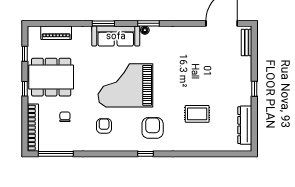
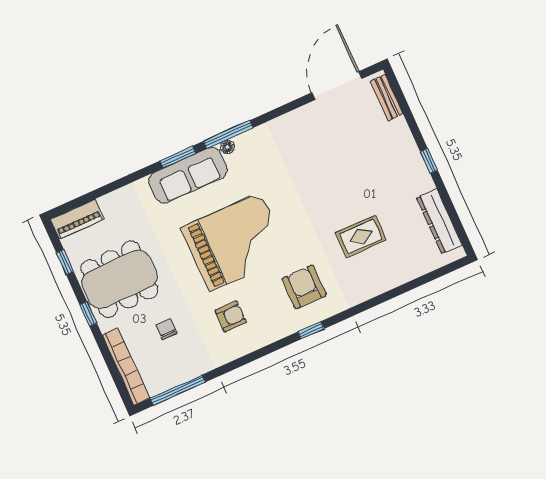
window: (103, 23) -> (178, 157), moved
window: (148, 23) -> (228, 135), width x1.44
piano: (56, 33) -> (77, 219), moved
grand piano: (125, 85) -> (235, 242), turned 180
armchair: (104, 126) -> (231, 316), turned 90

